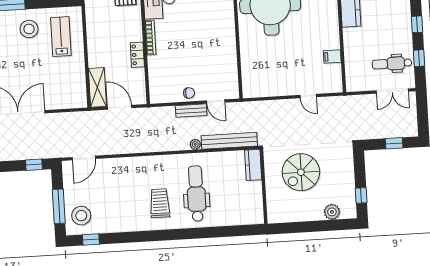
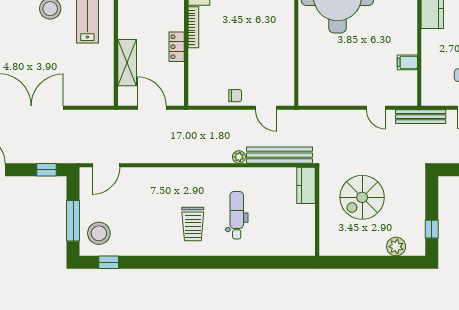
shelving: (97, 87) -> (127, 63), moved
bench: (191, 111) -> (421, 117), moved, width x1.36
dental chair: (196, 194) -> (237, 215), width x0.73, depth x0.72
trolley: (160, 203) -> (193, 224), turned 180

